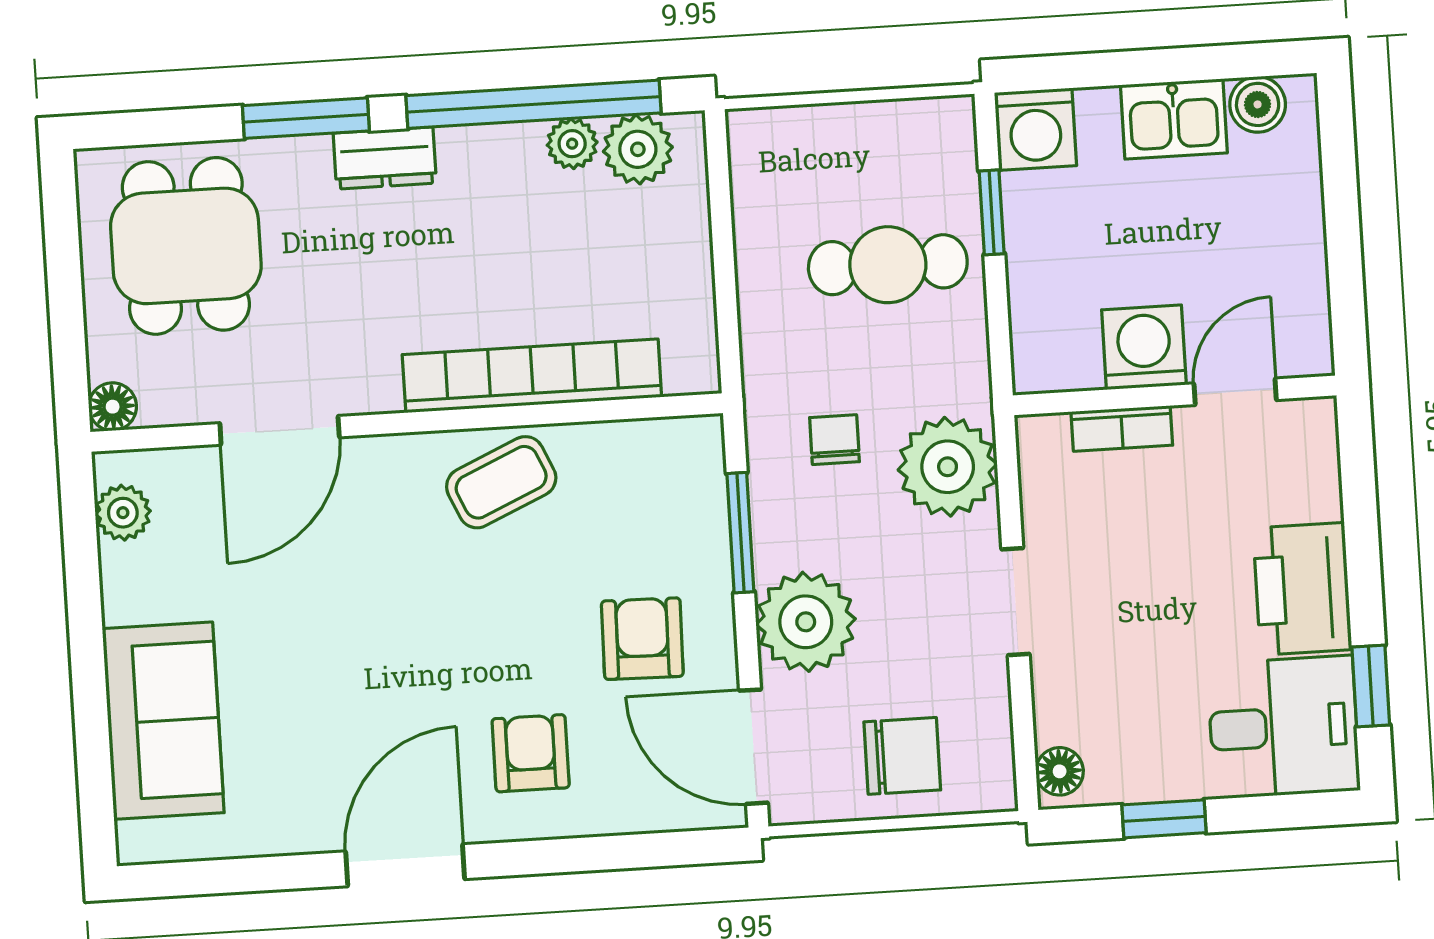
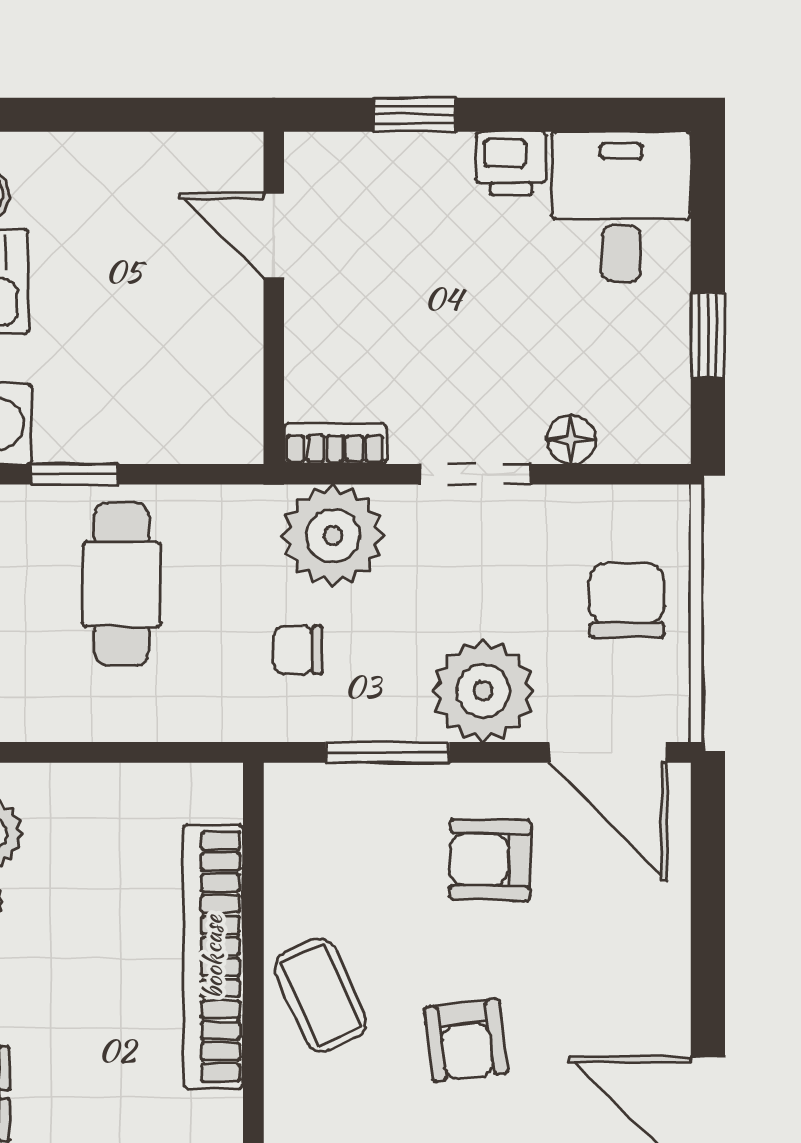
washing machine: (1144, 347) -> (222, 326), removed
bookcase: (1122, 428) -> (335, 444), moved, turned -90
printer: (1302, 589) -> (511, 164), width x0.53, depth x0.68
window: (1371, 686) -> (414, 115), moved
door: (754, 747) -> (608, 752), hinge flipped
armchair: (531, 753) -> (466, 1040), moved, turned -97
floor lamp: (1060, 771) -> (571, 440), moved

